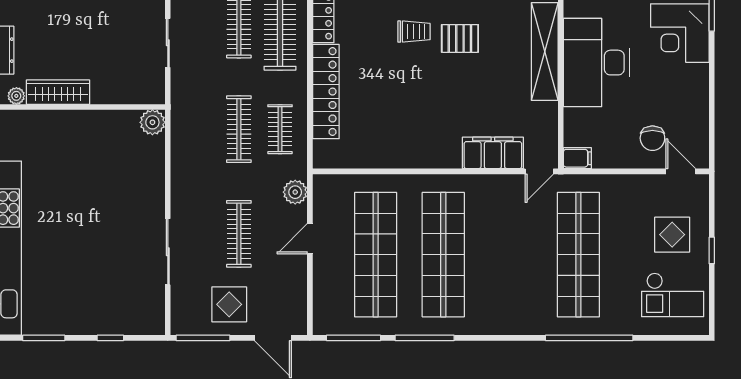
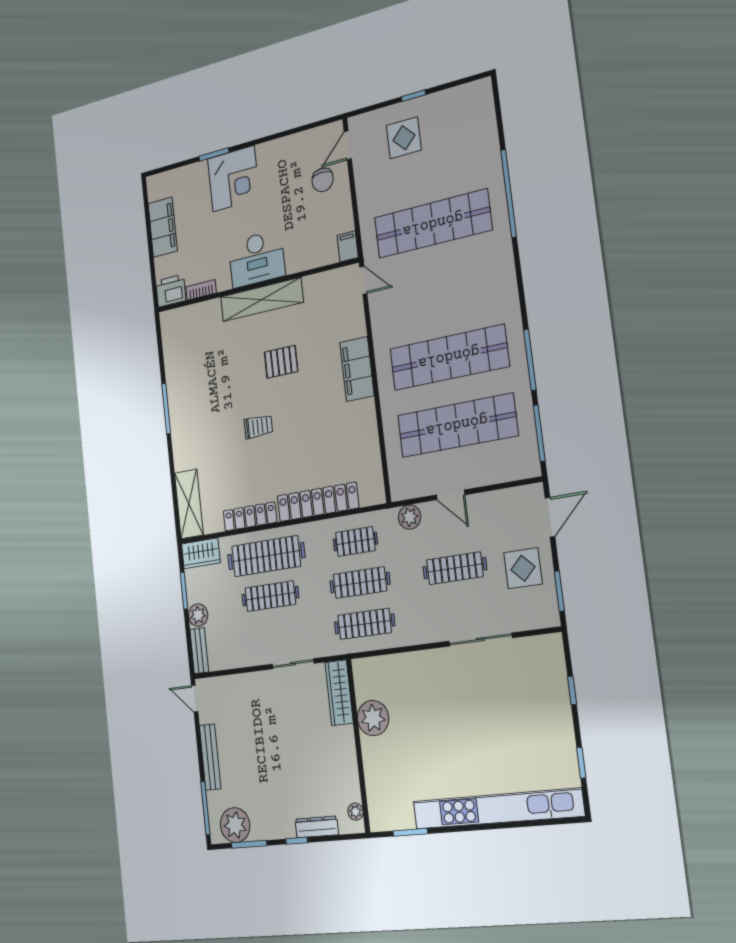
trolley: (414, 32) -> (258, 427), turned 90
pallet: (460, 38) -> (281, 362), moved, turned 90
desk: (596, 63) -> (257, 259), width x0.73, depth x0.77
wardrobe: (58, 92) -> (339, 693), moved
plant: (152, 122) -> (373, 718), moved, width x1.36, depth x1.36
clothes rail: (198, 129) -> (365, 624), added
chair: (652, 138) -> (323, 180), turned 90
filing cabinet: (493, 153) -> (357, 369), moved
checkout: (673, 295) -> (458, 122), removed
window: (44, 338) -> (581, 763), width x0.67
window: (203, 338) -> (559, 591), width x0.69

